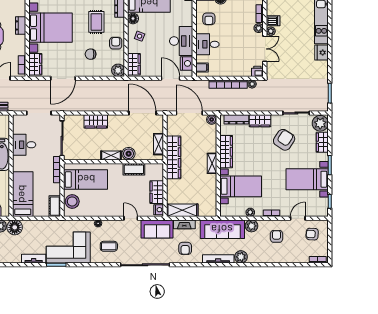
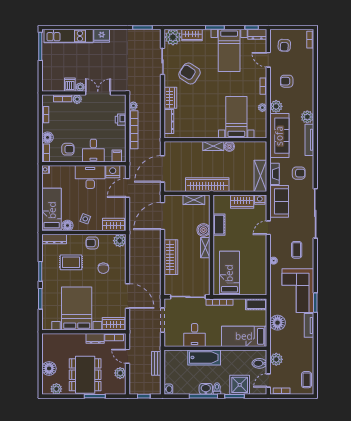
dresser: (21, 25) -> (95, 338), moved
printer: (257, 71) -> (121, 120), moved
boiler: (212, 120) -> (229, 146), moved
wardrobe: (96, 121) -> (171, 257), width x1.50
wardrobe: (226, 152) -> (201, 132), removed
stool: (72, 201) -> (252, 287), removed
dresser: (323, 207) -> (257, 34), added
floor lamp: (15, 227) -> (278, 323), moved

